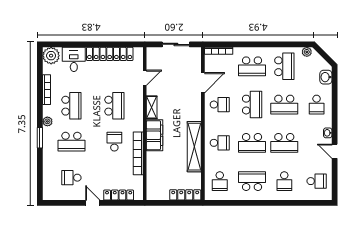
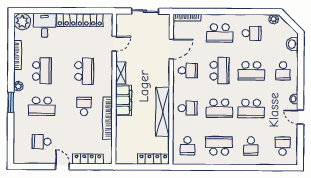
school desk: (284, 66) -> (251, 33), width x0.54
school desk: (317, 181) -> (283, 146), turned -90

